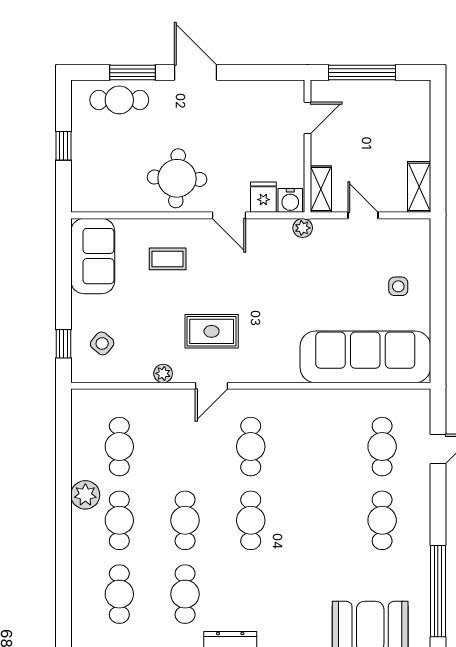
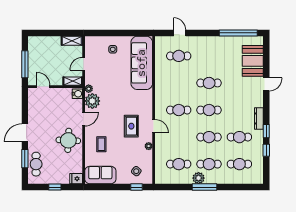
fridge: (263, 197) -> (76, 179), moved
plant: (273, 237) -> (92, 101), added
window: (64, 509) -> (205, 187), added
cafe table: (382, 520) -> (209, 83), moved

